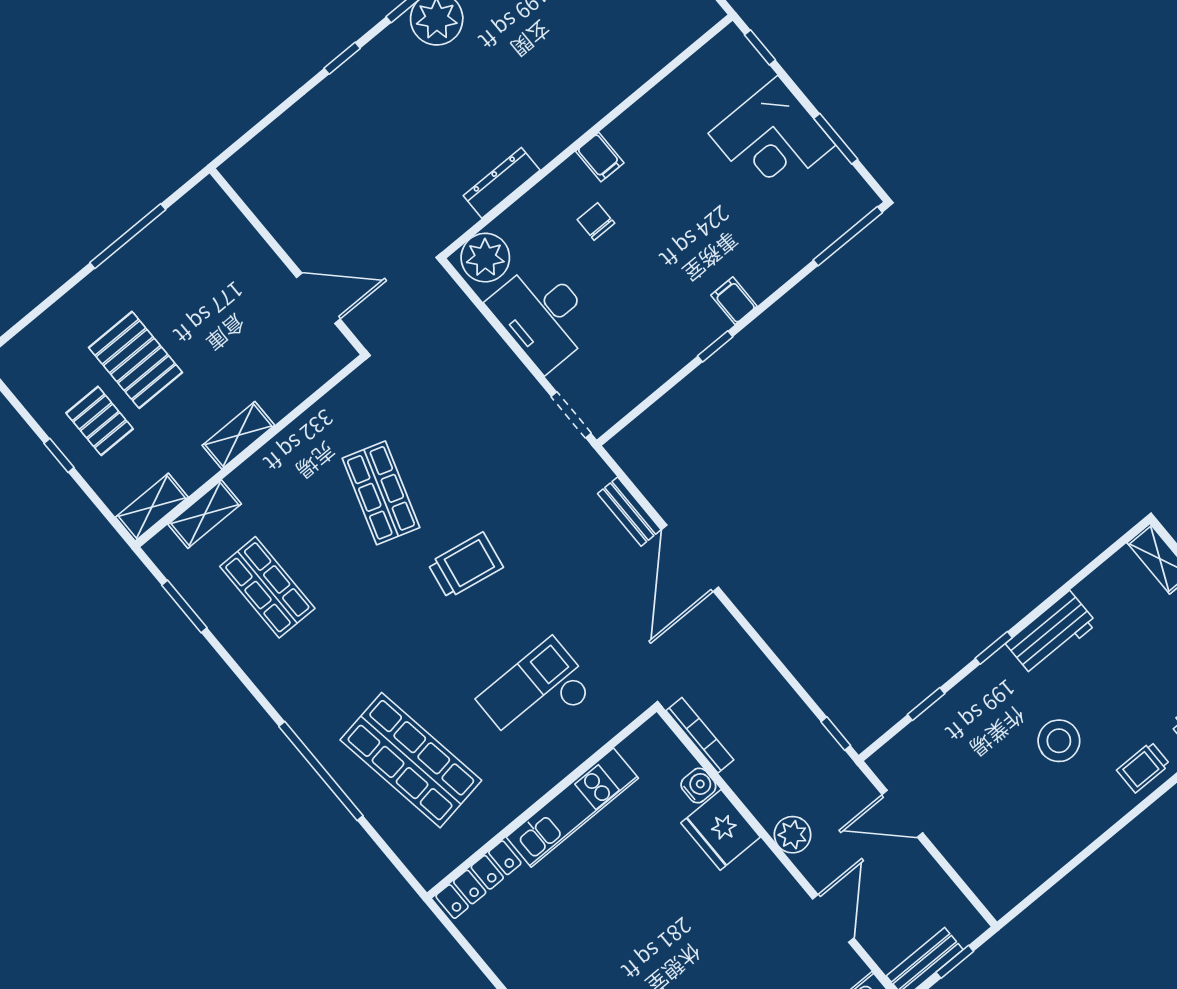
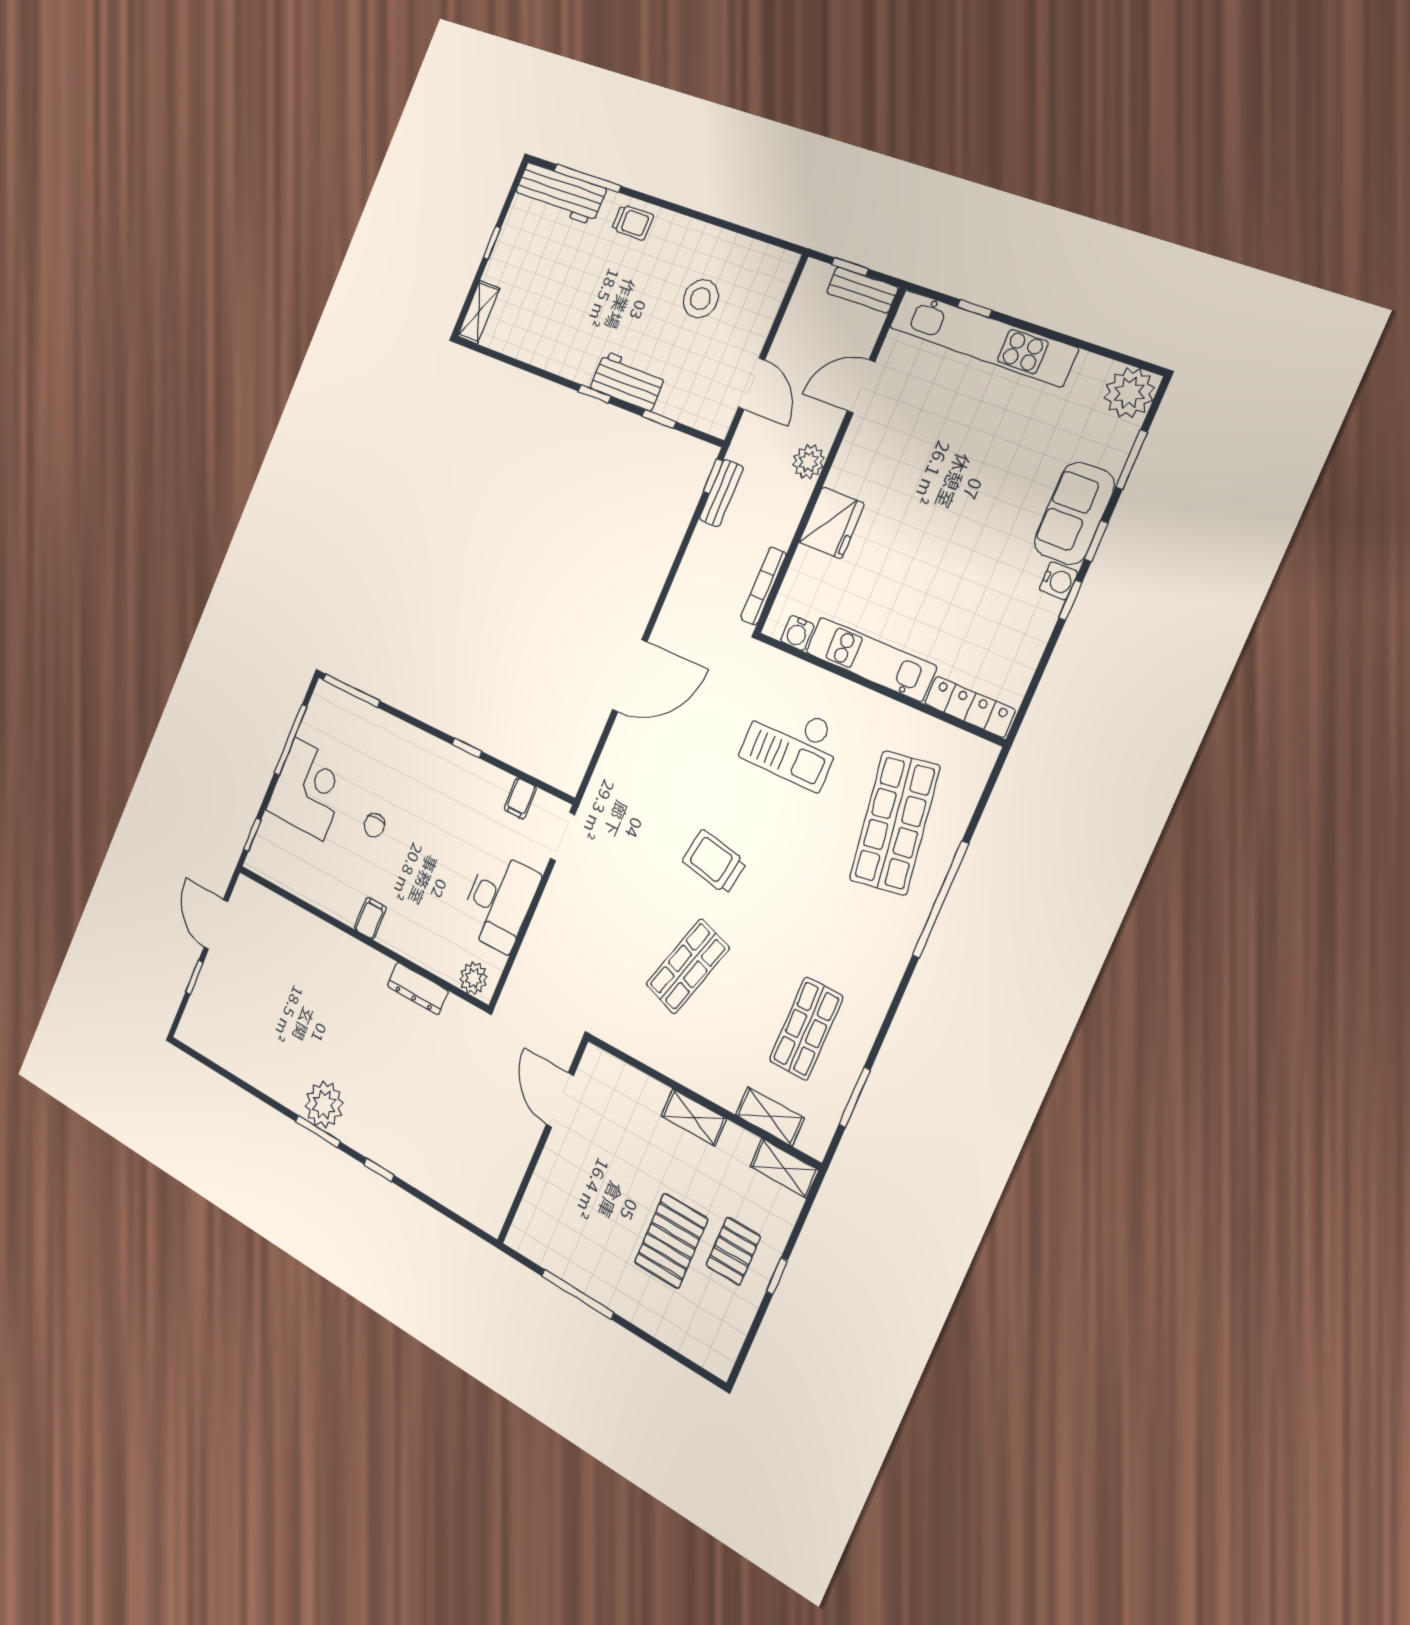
window: (836, 139) -> (291, 740), width x1.44
chair: (596, 221) -> (374, 825), moved
plant: (485, 258) -> (473, 978), width x0.73, depth x0.73
filing cabinet: (734, 301) -> (520, 798), moved
bench: (629, 512) -> (721, 493), moved
workbench: (1051, 634) -> (628, 381), moved
stool: (1059, 741) -> (701, 299), moved
water cooler: (698, 785) -> (797, 633), moved, turned -90

